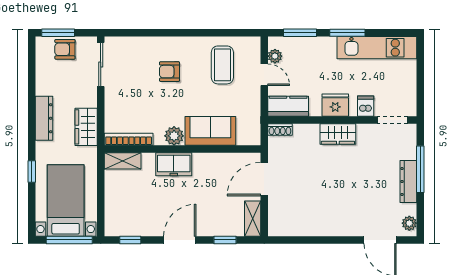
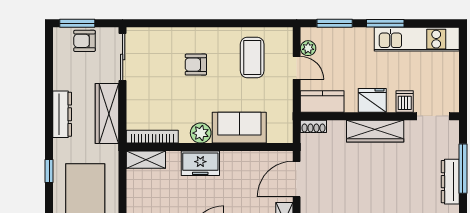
wardrobe: (86, 127) -> (107, 113), width x1.50
wardrobe: (338, 134) -> (375, 131), width x1.50

